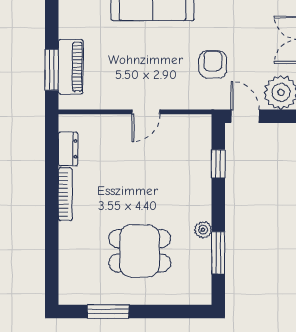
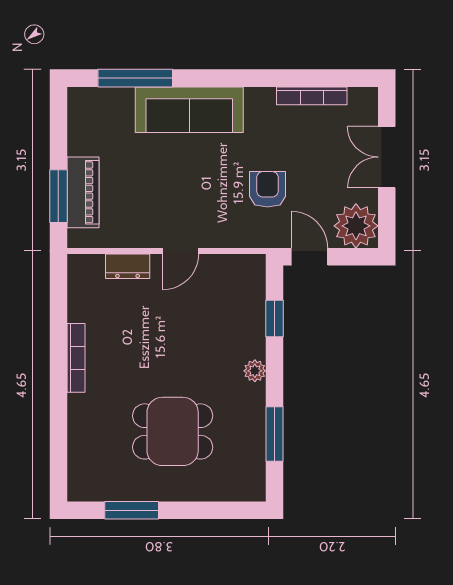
dresser: (68, 149) -> (128, 266), moved, turned 90
plant: (203, 230) -> (255, 371), moved

